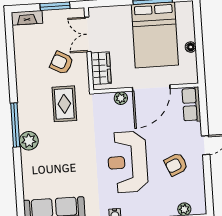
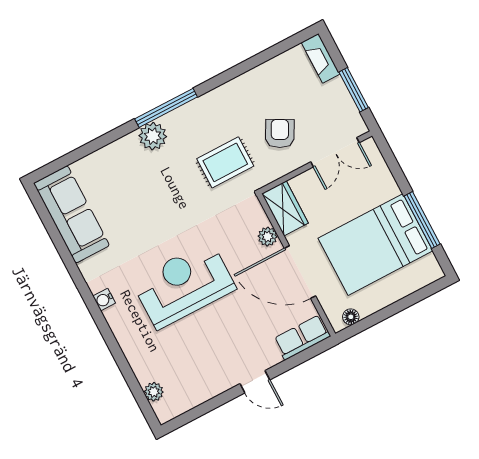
double door: (88, 34) -> (335, 152), swing flipped
floor lamp: (191, 47) -> (351, 317), moved
wardrobe: (101, 68) -> (285, 208), moved, turned -90
armchair: (176, 164) -> (210, 353), removed

